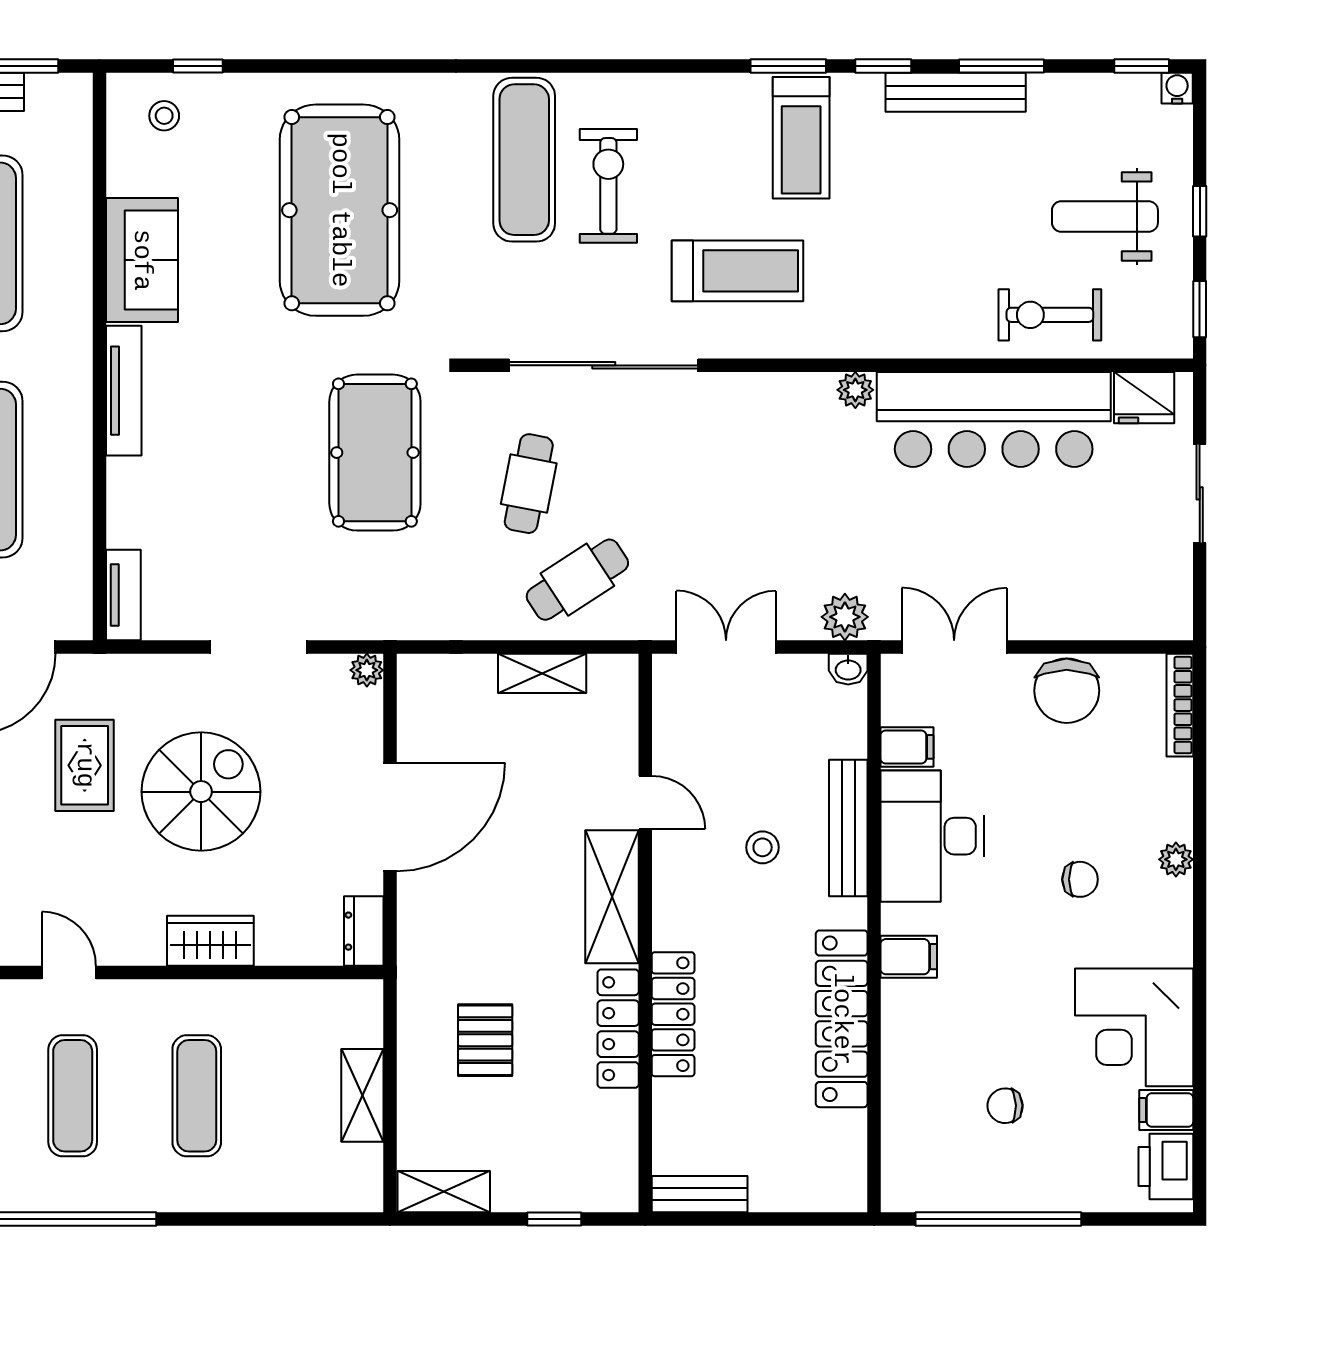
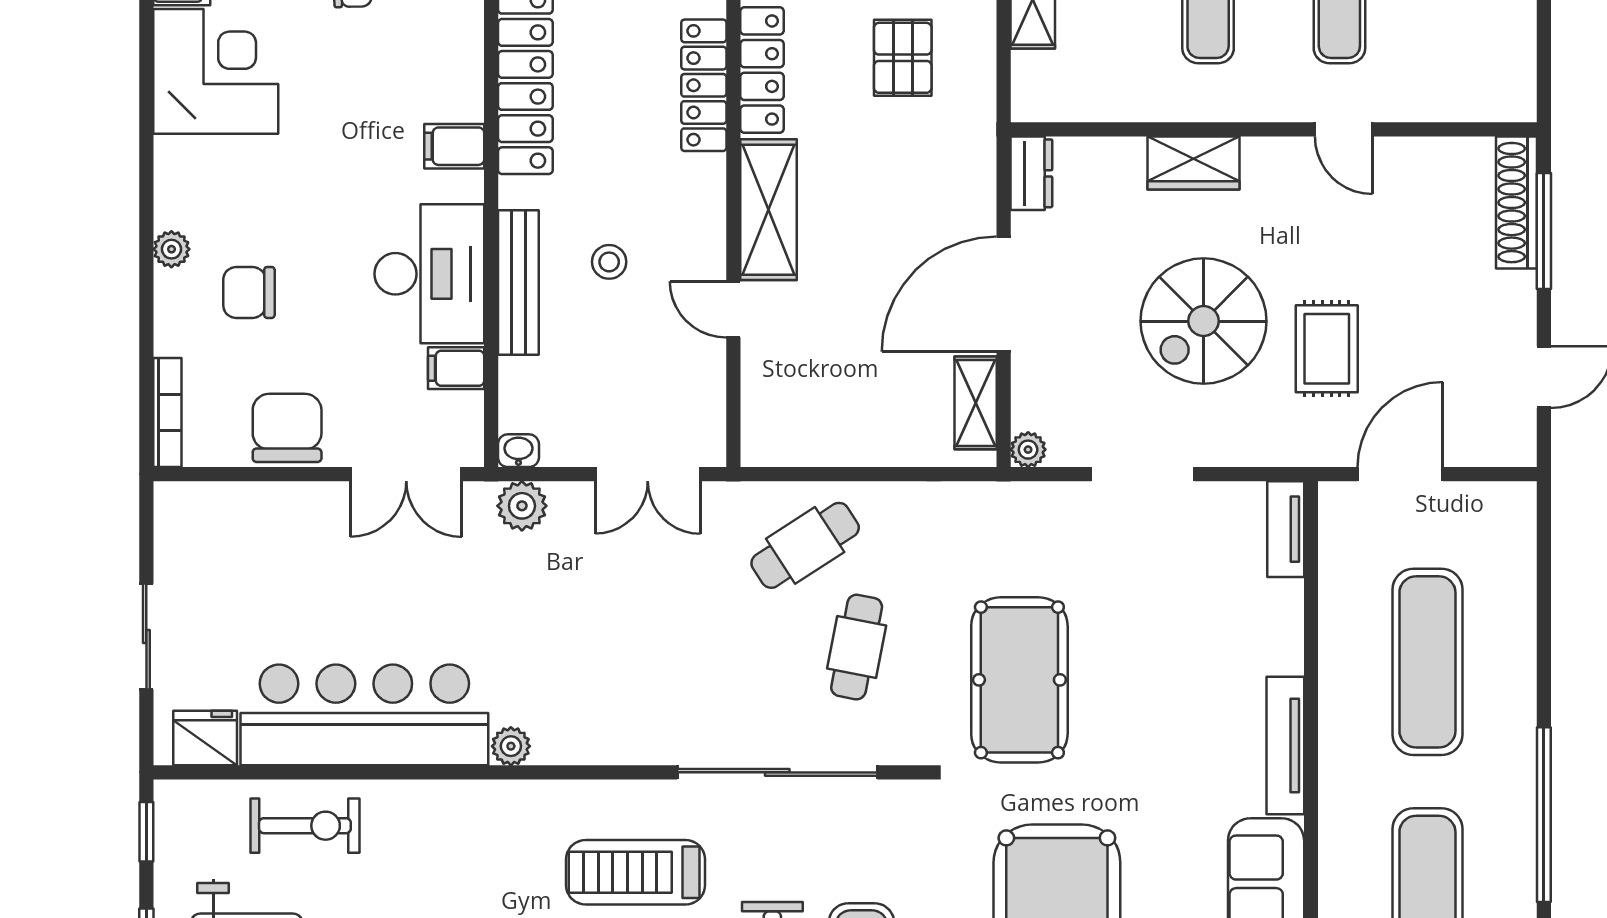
shelving: (542, 673) -> (976, 403), moved, turned 90
chair: (1080, 879) -> (249, 292), moved, width x1.37, depth x1.37

